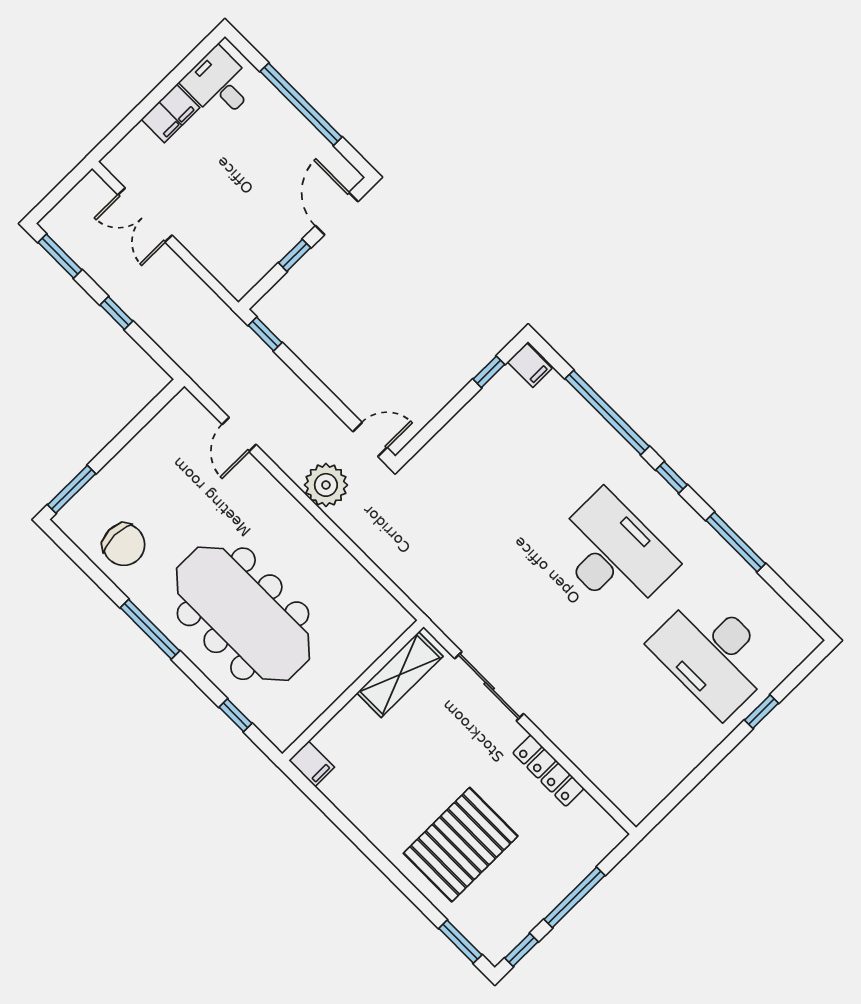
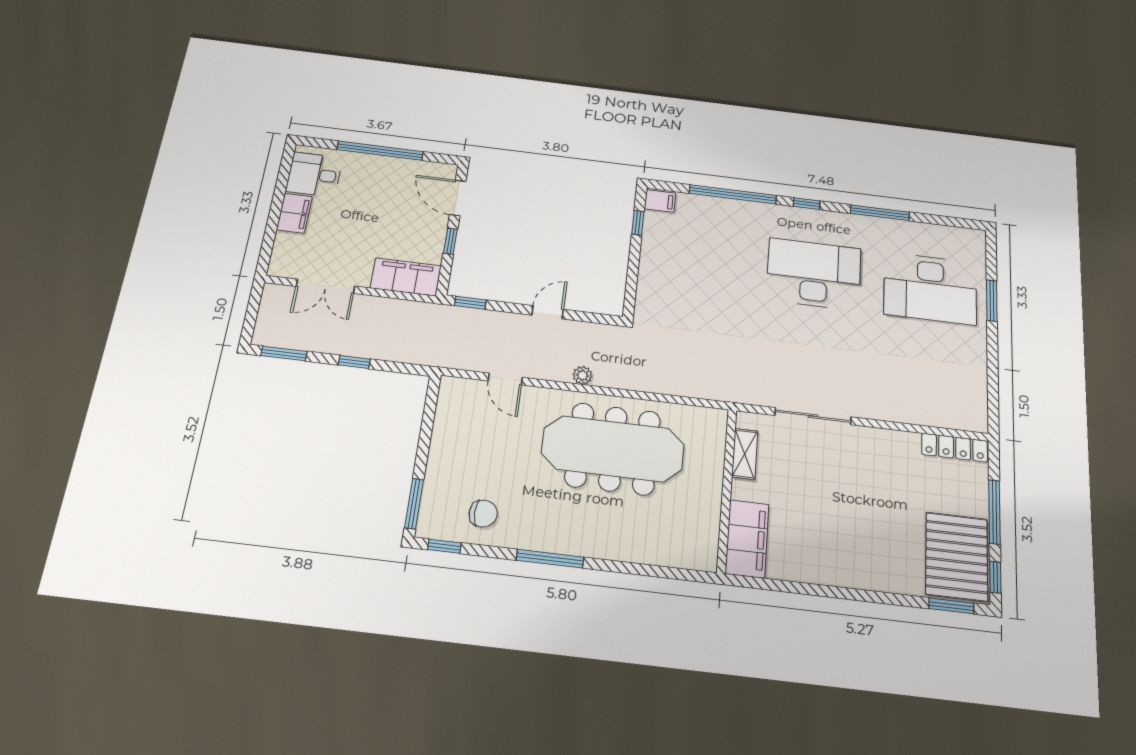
filing cabinet: (225, 261) -> (406, 277), added
door: (370, 440) -> (548, 312), moved
plant: (326, 485) -> (583, 375), width x0.53, depth x0.53
chair: (124, 545) -> (483, 514), width x0.73, depth x0.73
meeting table: (243, 614) -> (613, 449), moved
shelving: (400, 675) -> (745, 454), width x0.67, depth x0.75
window: (761, 712) -> (992, 301), width x1.50
window: (235, 715) -> (444, 546), moved
filing cabinet: (312, 764) -> (747, 539), width x3.00, depth x1.17
locker: (548, 771) -> (955, 448), moved
pallet: (461, 845) -> (957, 557), moved

